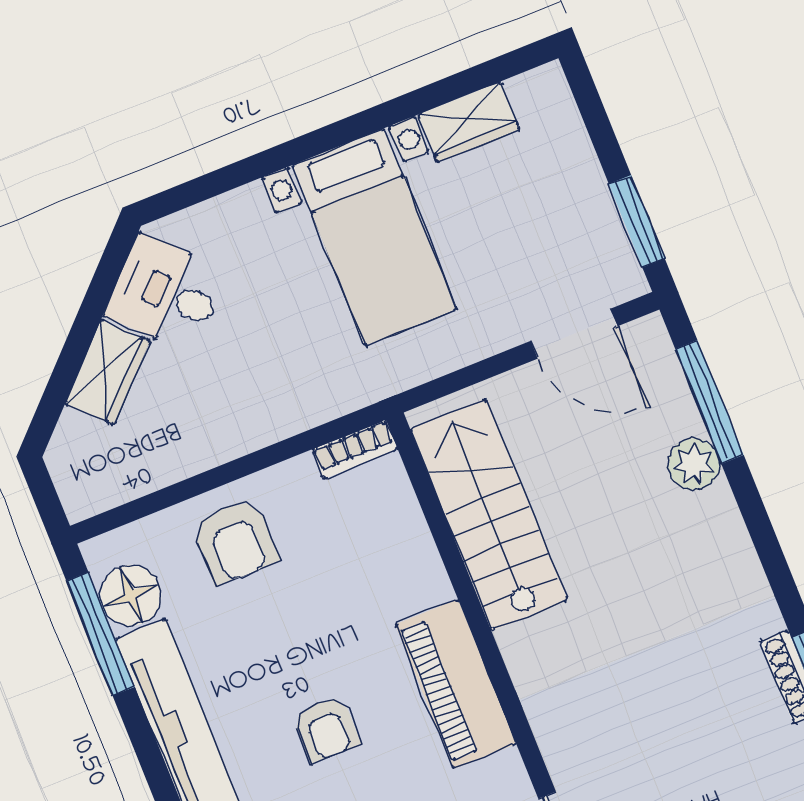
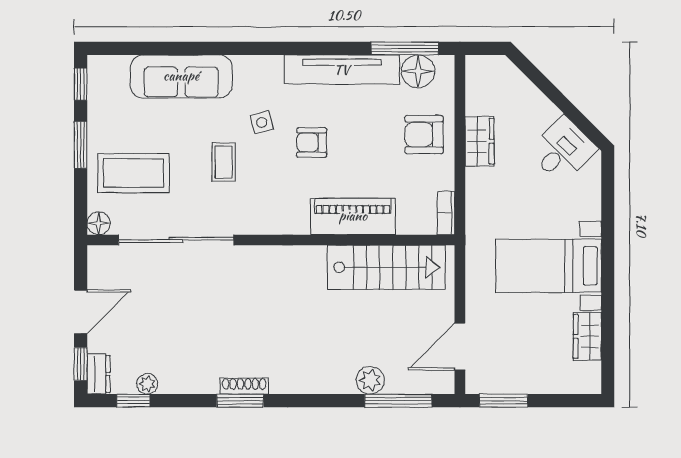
wardrobe: (107, 372) -> (479, 141), moved, turned -135
piano: (456, 684) -> (353, 216), moved

